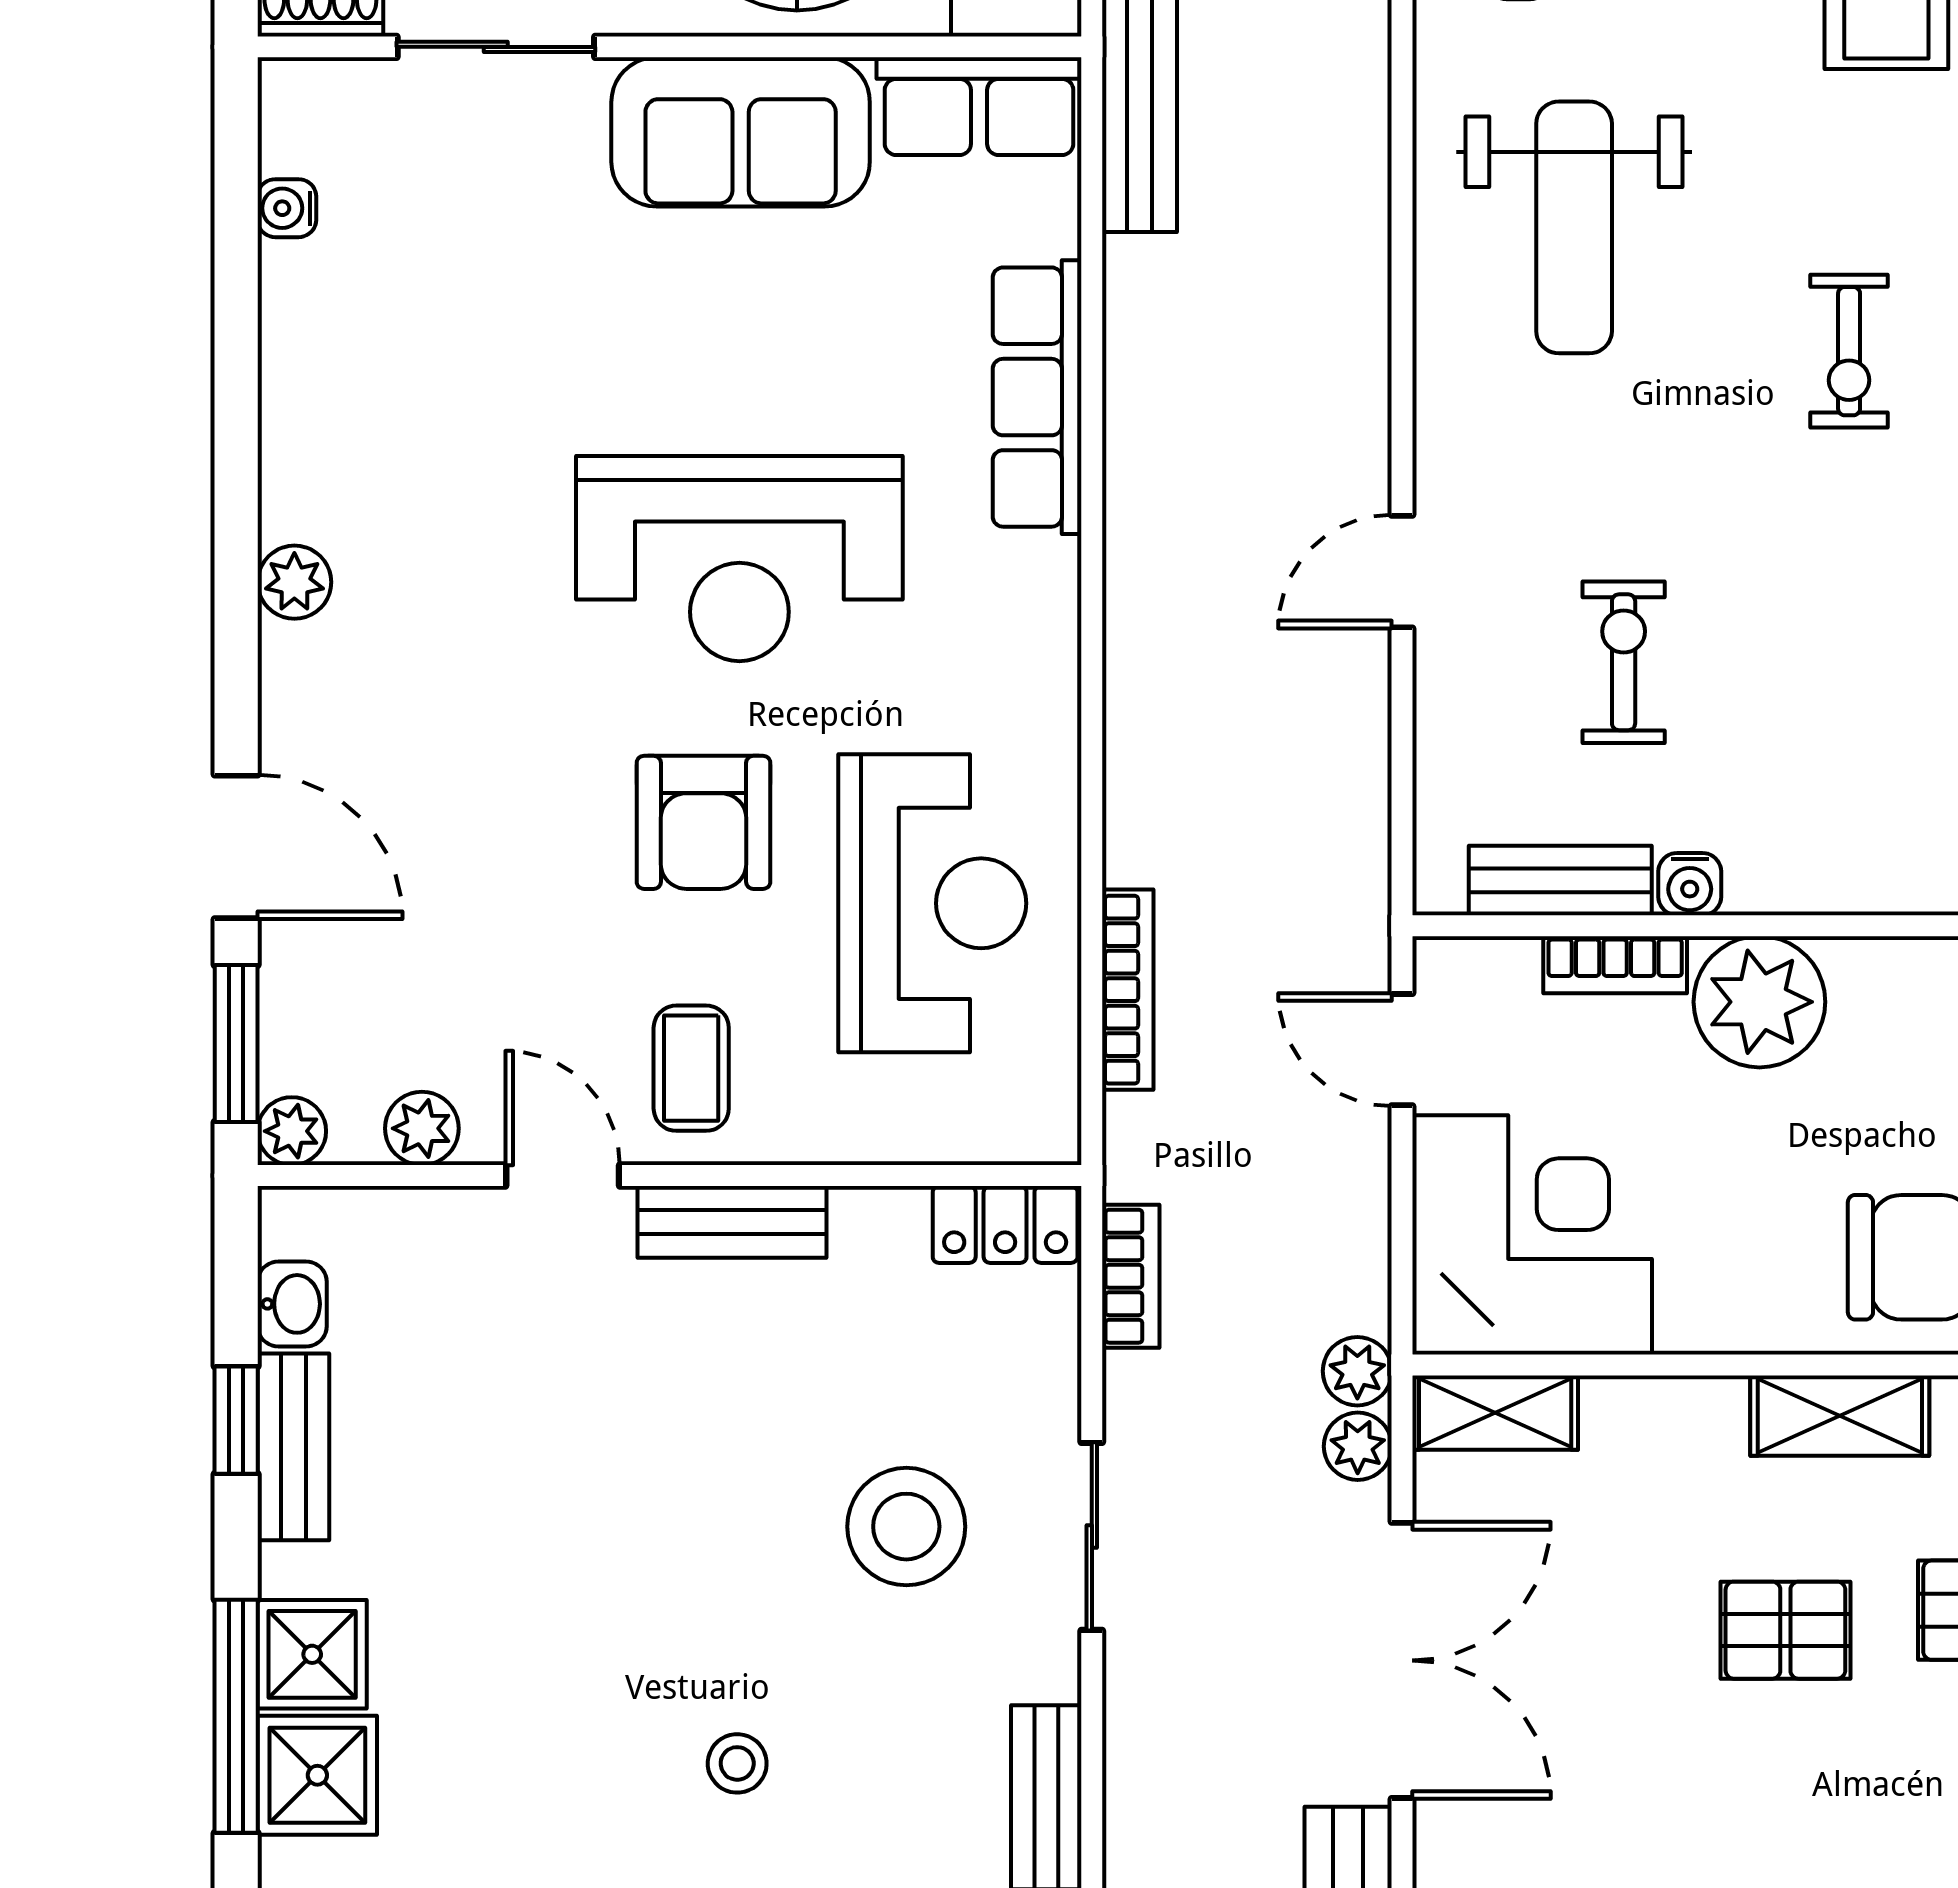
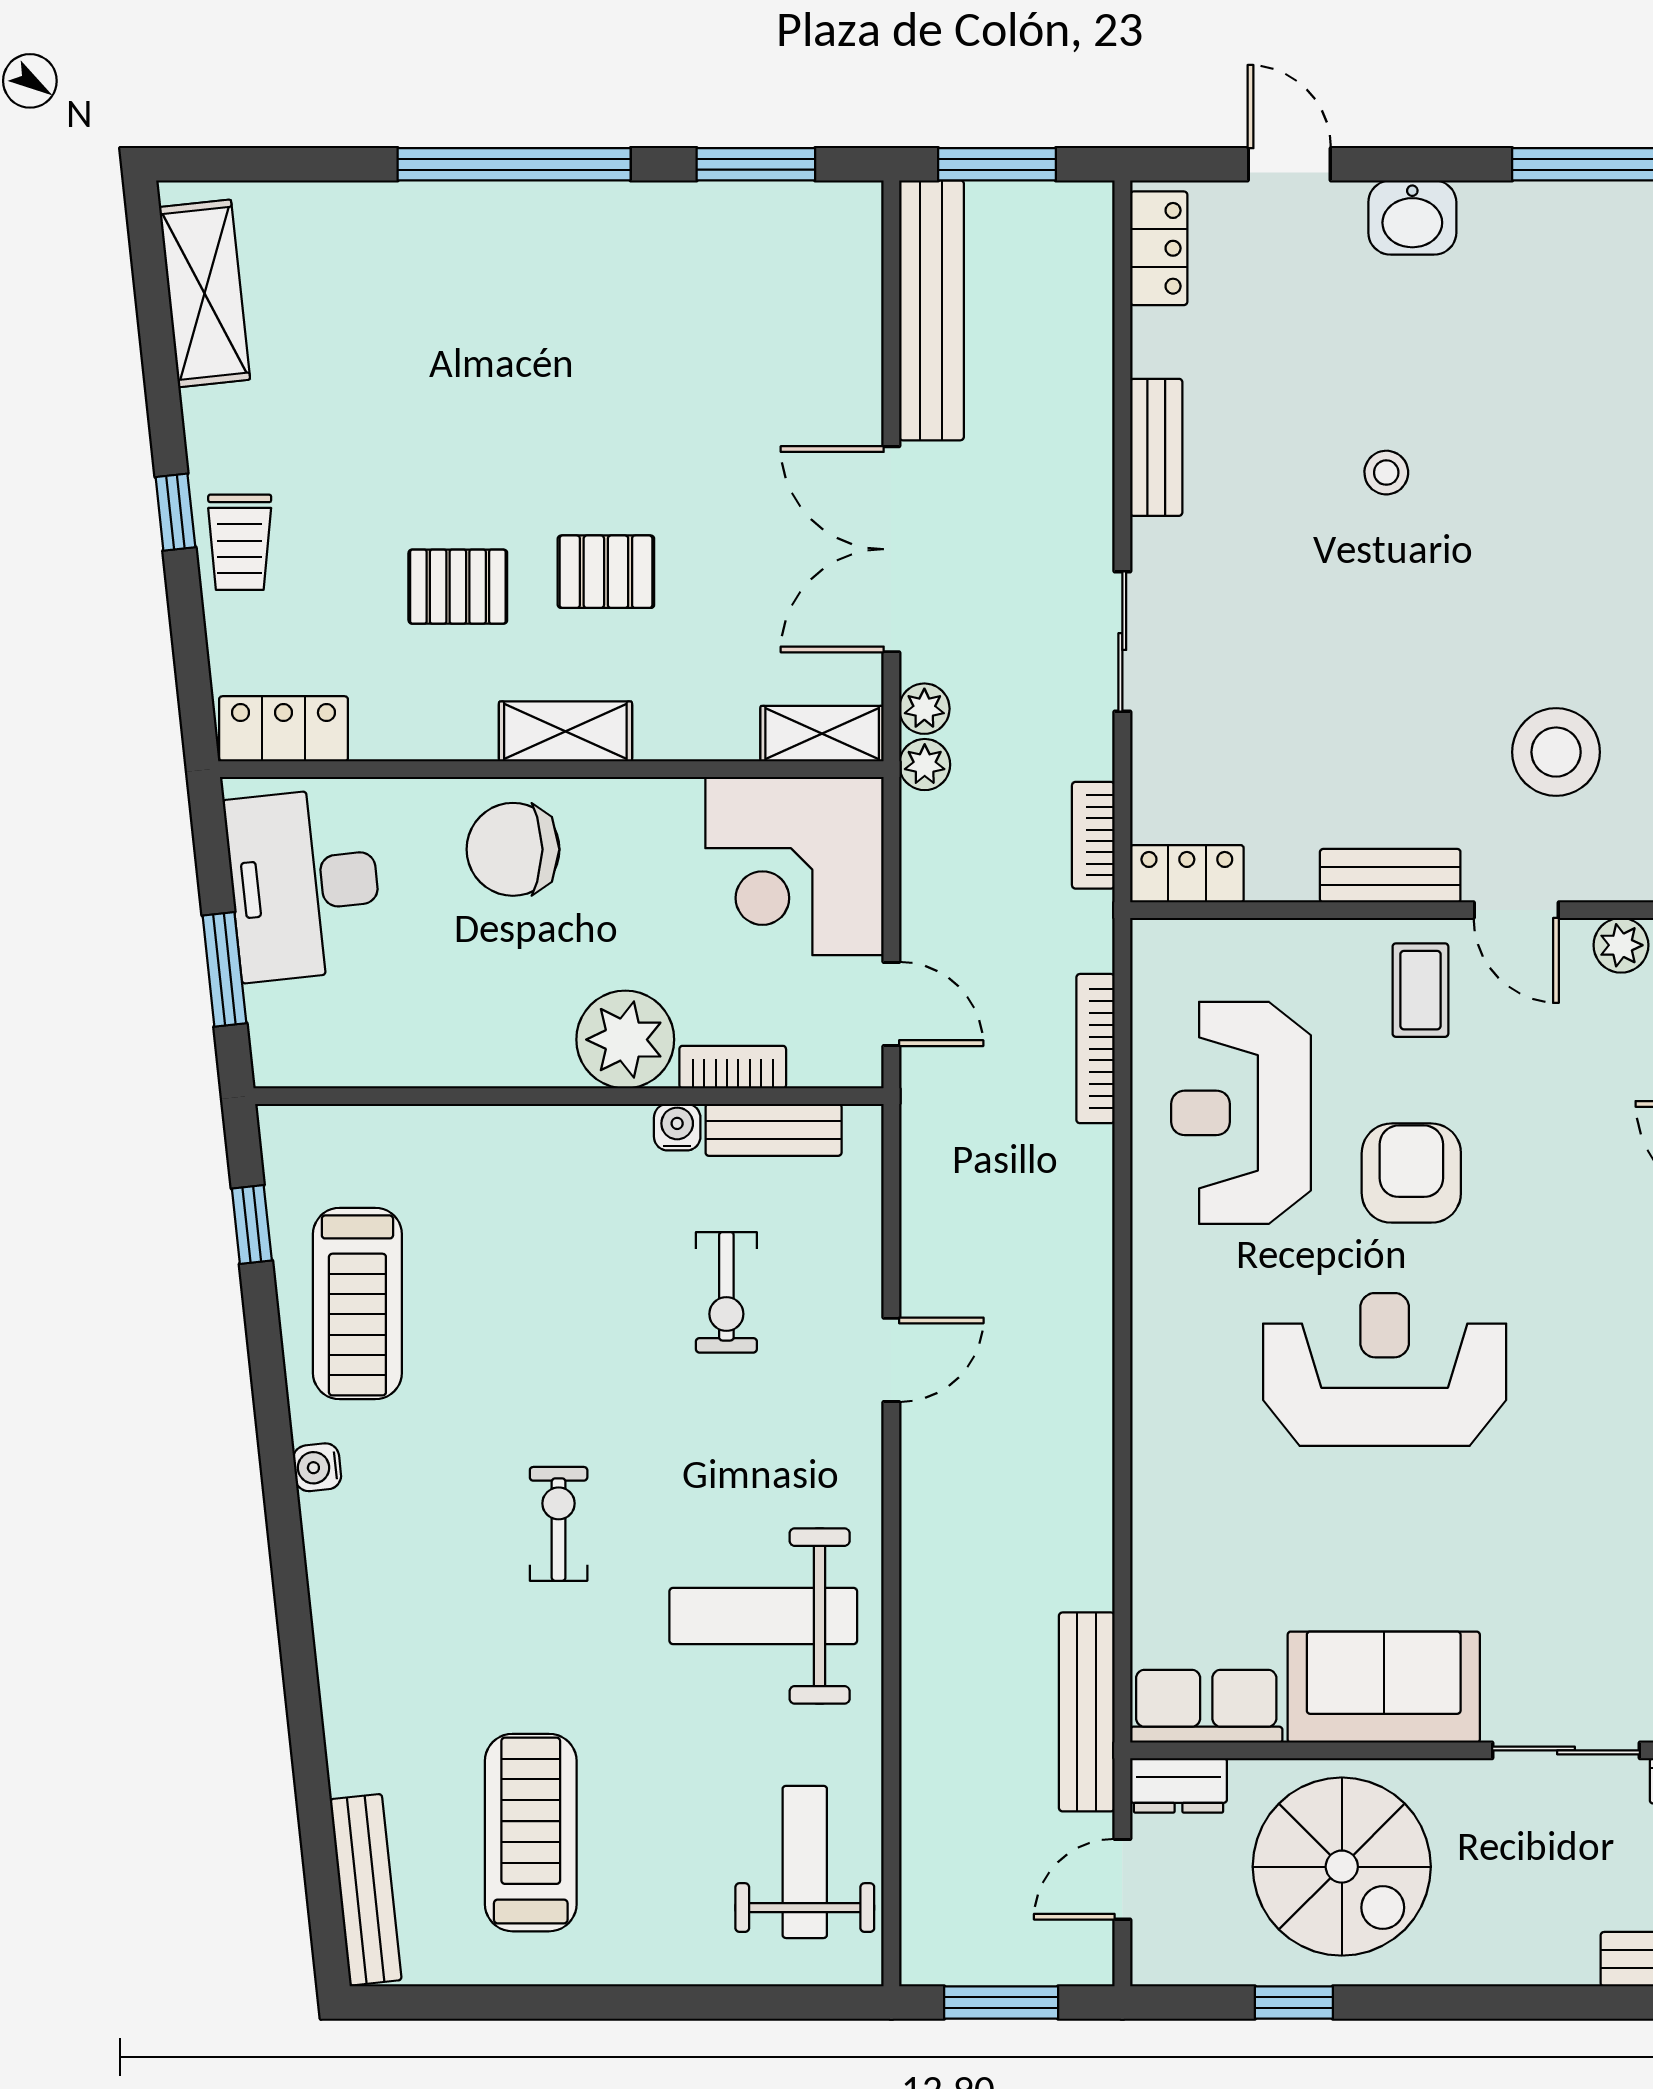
weight bench: (1574, 227) -> (763, 1616), turned -90
row of seats: (1037, 397) -> (1163, 1490), removed
stool: (906, 1527) -> (1556, 752), moved

